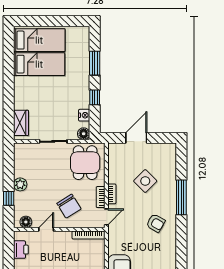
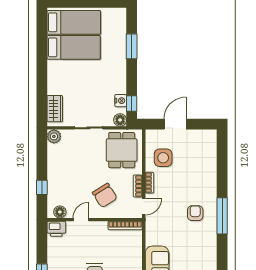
window: (95, 97) -> (132, 103), moved
side table: (145, 181) -> (163, 158), moved, turned 45
plant: (20, 184) -> (54, 136), moved
window: (181, 197) -> (222, 216), moved
armchair: (156, 223) -> (195, 213), turned -120
printer: (21, 250) -> (56, 229), moved, turned 90

